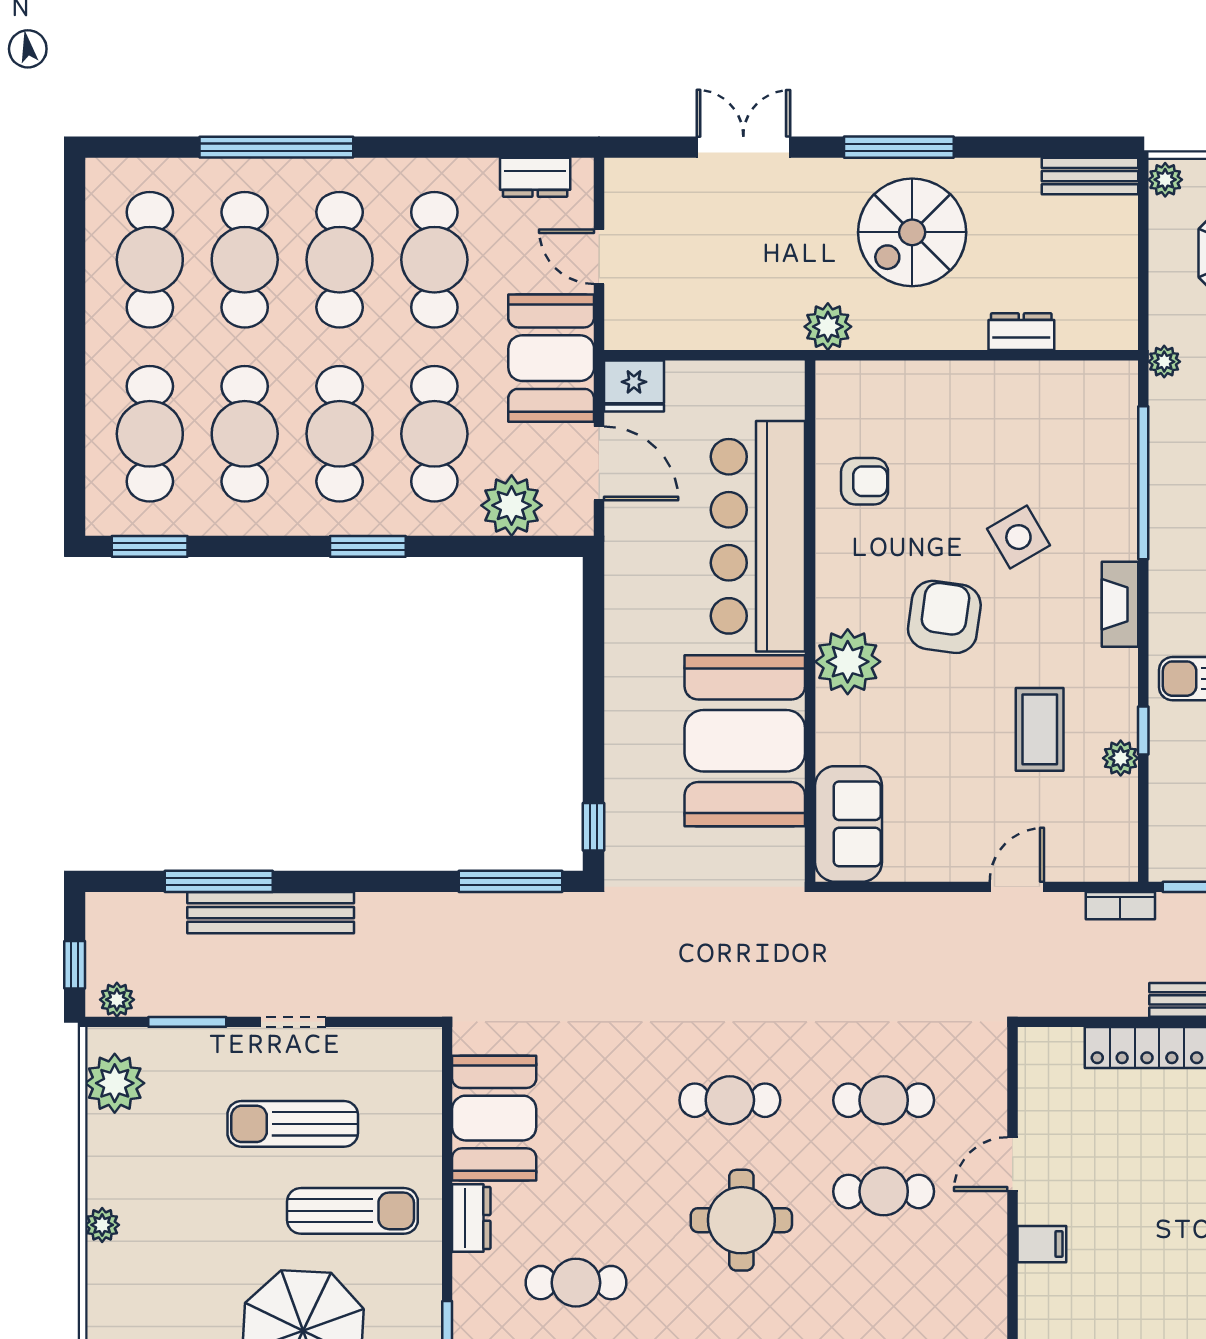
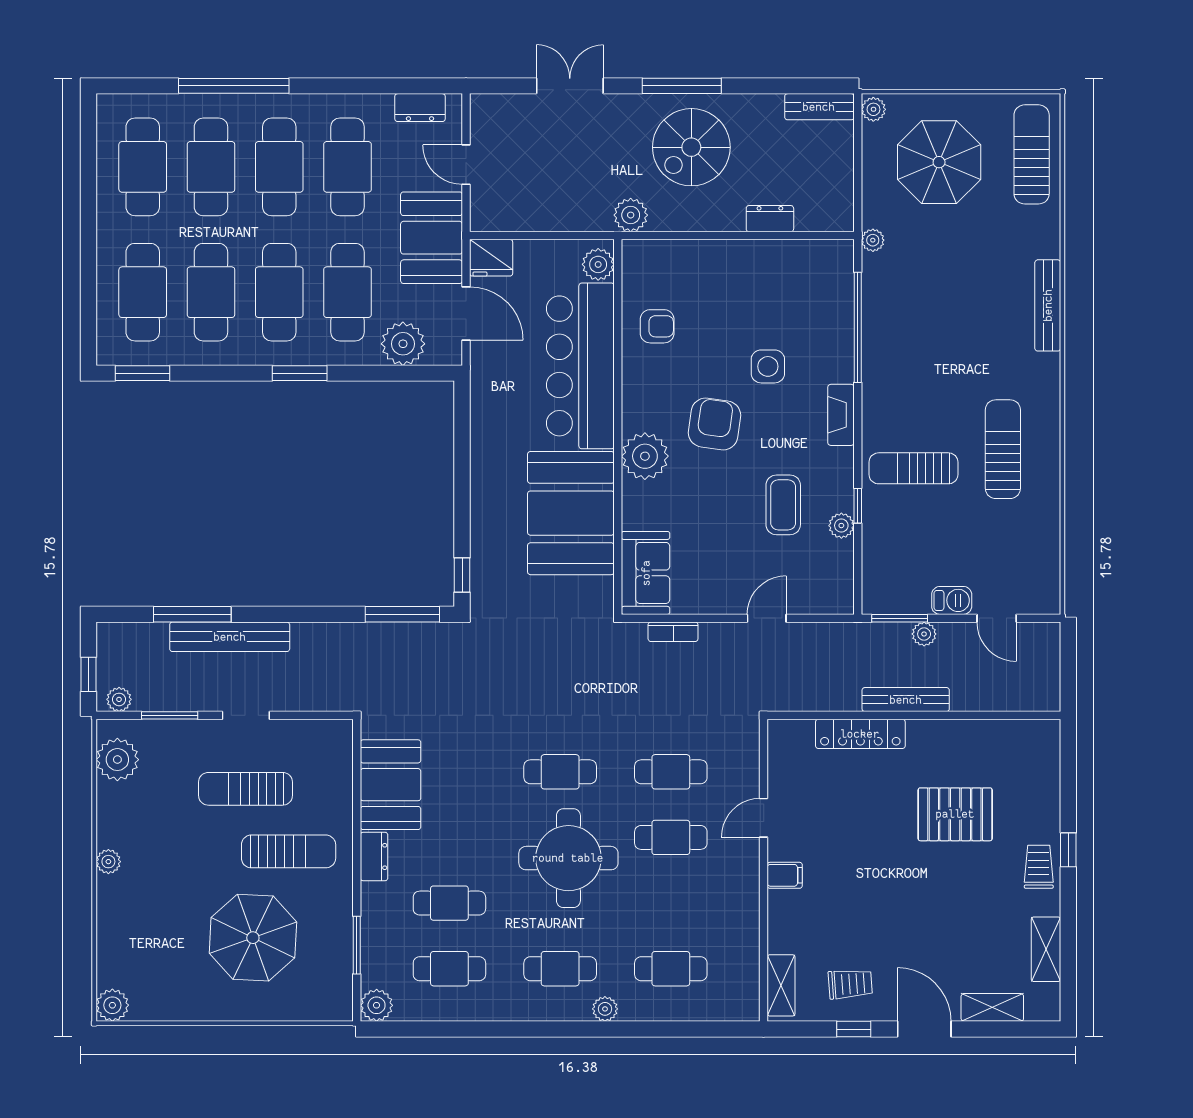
plant: (783, 395) -> (598, 264), added
side table: (1018, 537) -> (768, 366), turned 30
bookcase: (1120, 906) -> (673, 632), moved
round table: (741, 1220) -> (568, 858), width x1.36, depth x1.36

